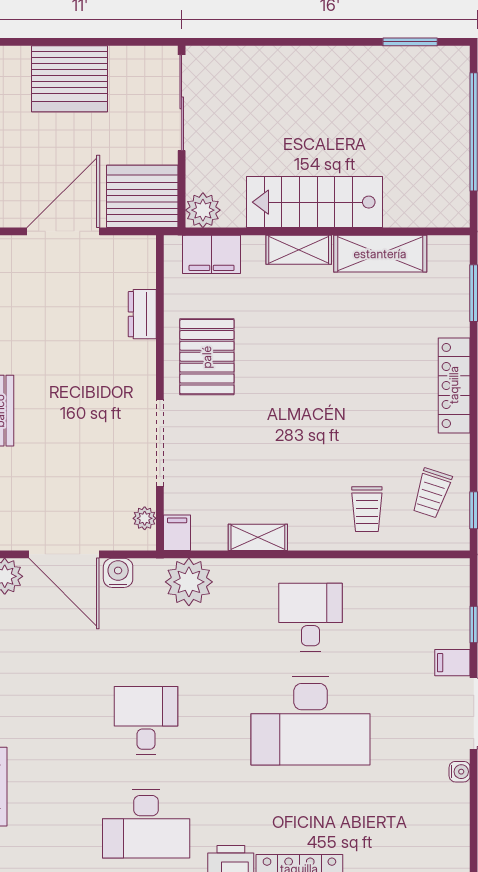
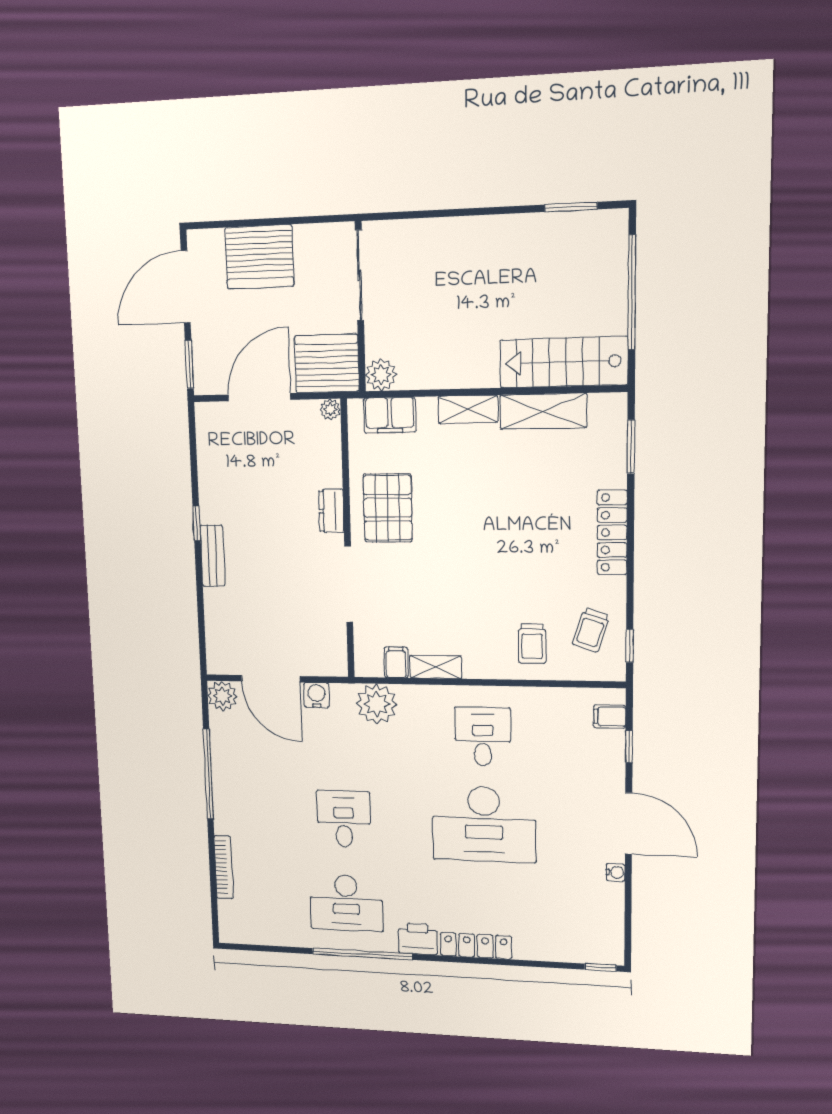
stairs: (315, 202) -> (563, 362), moved
dresser: (142, 314) -> (331, 511), moved
plant: (145, 518) -> (330, 409), moved
filing cabinet: (177, 533) -> (396, 662), moved
filing cabinet: (452, 663) -> (610, 717), moved

